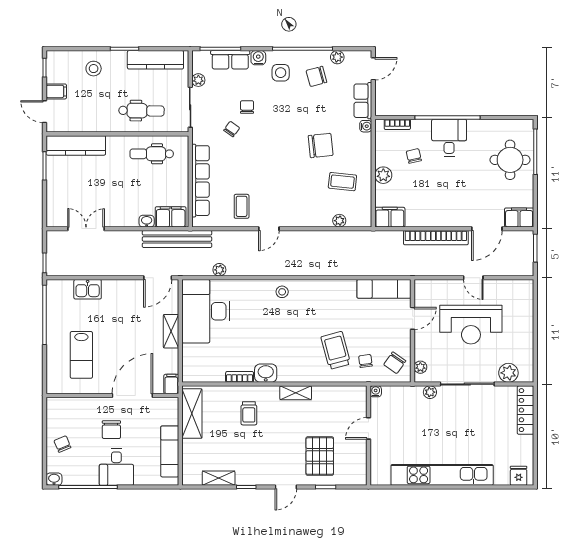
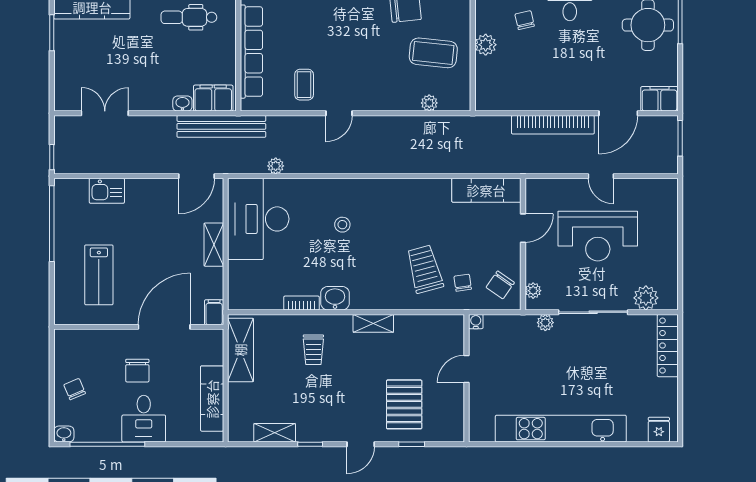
coffee table: (342, 182) -> (433, 53), width x1.36, depth x1.30
filing cabinet: (390, 217) -> (494, 98), removed
stool: (282, 292) -> (342, 225), moved

